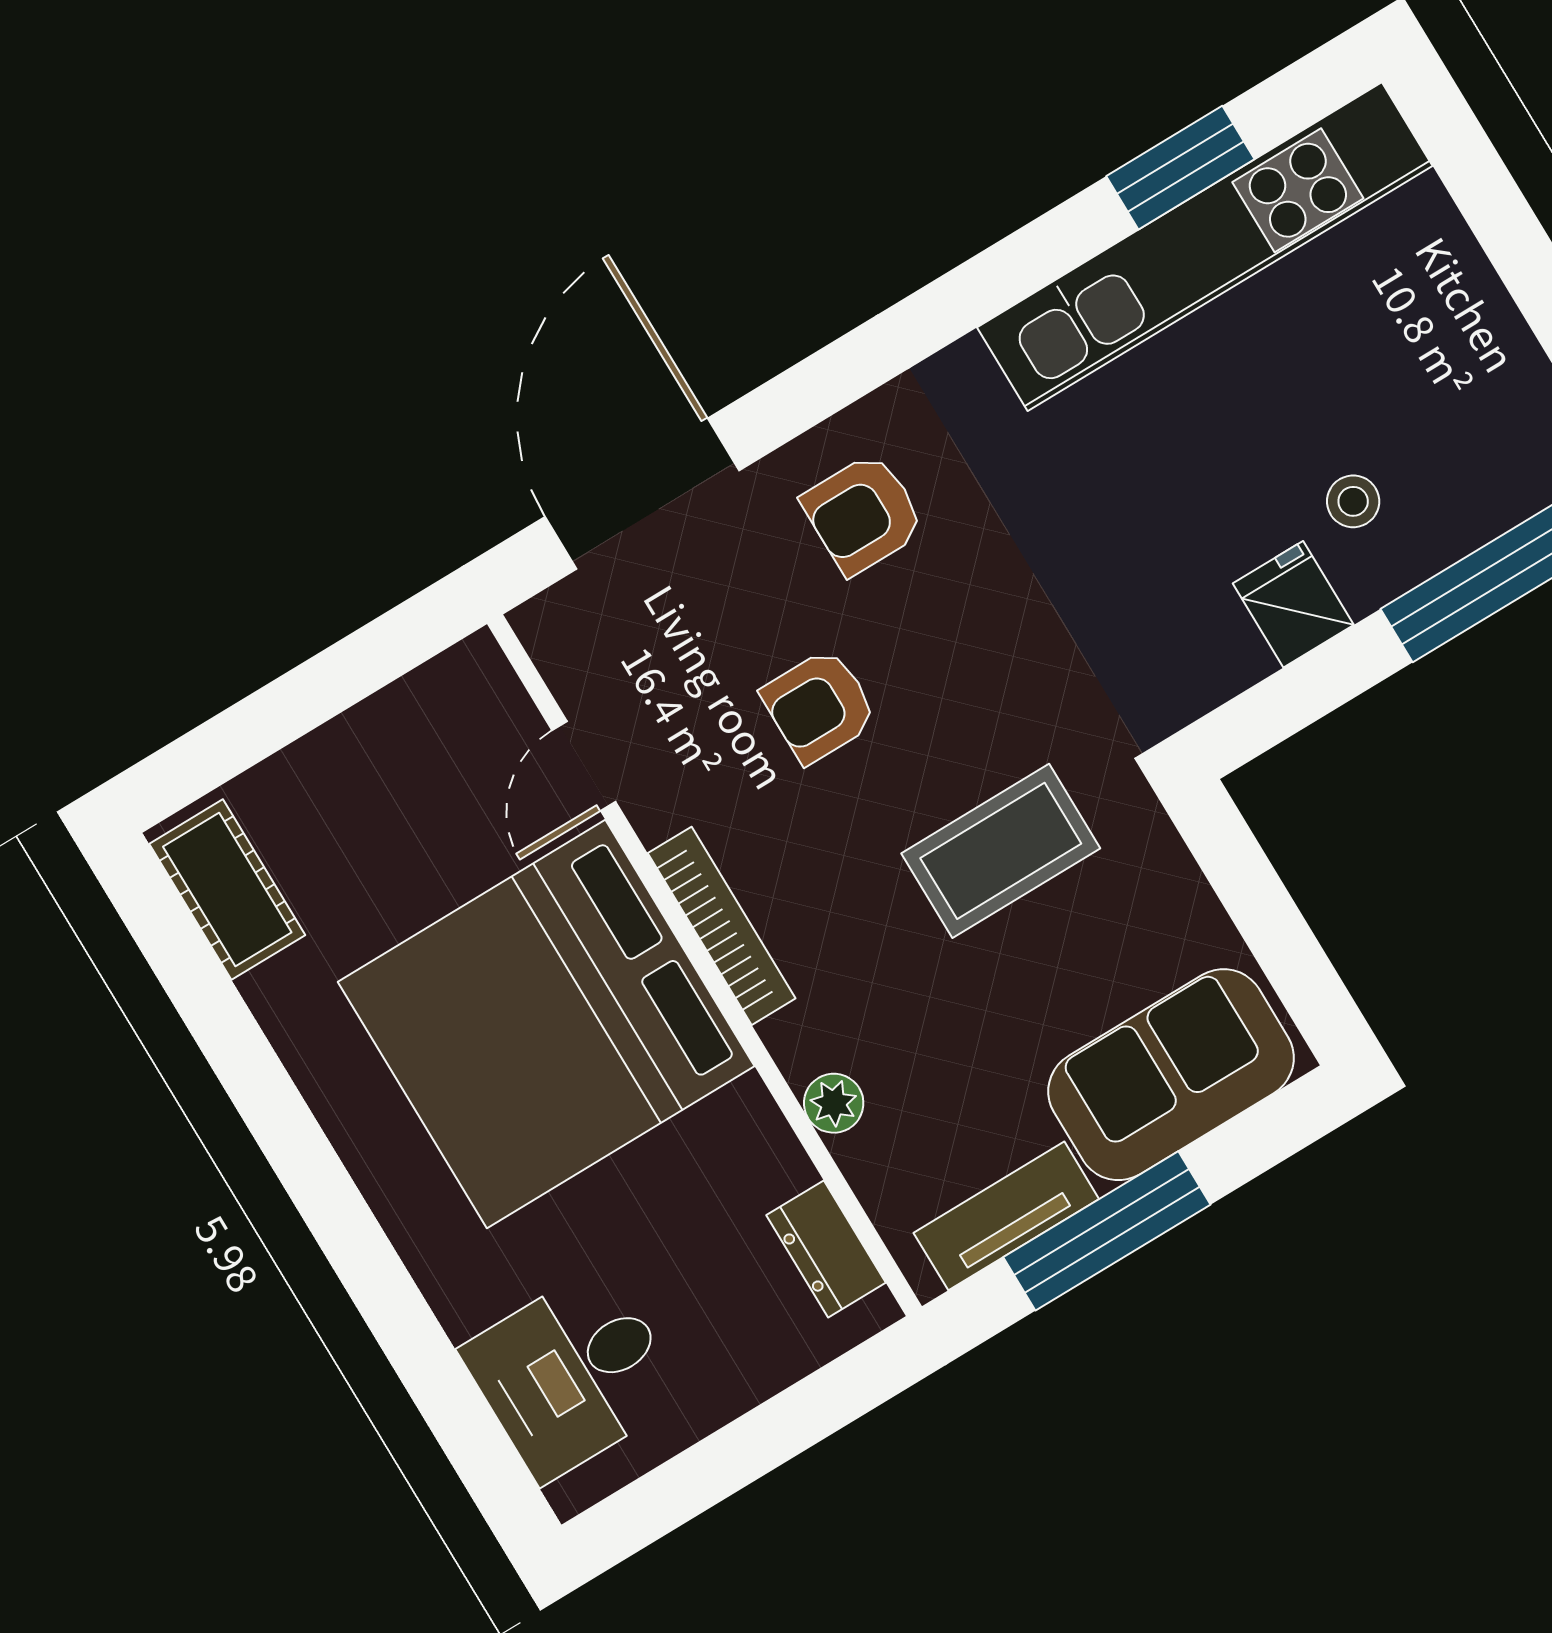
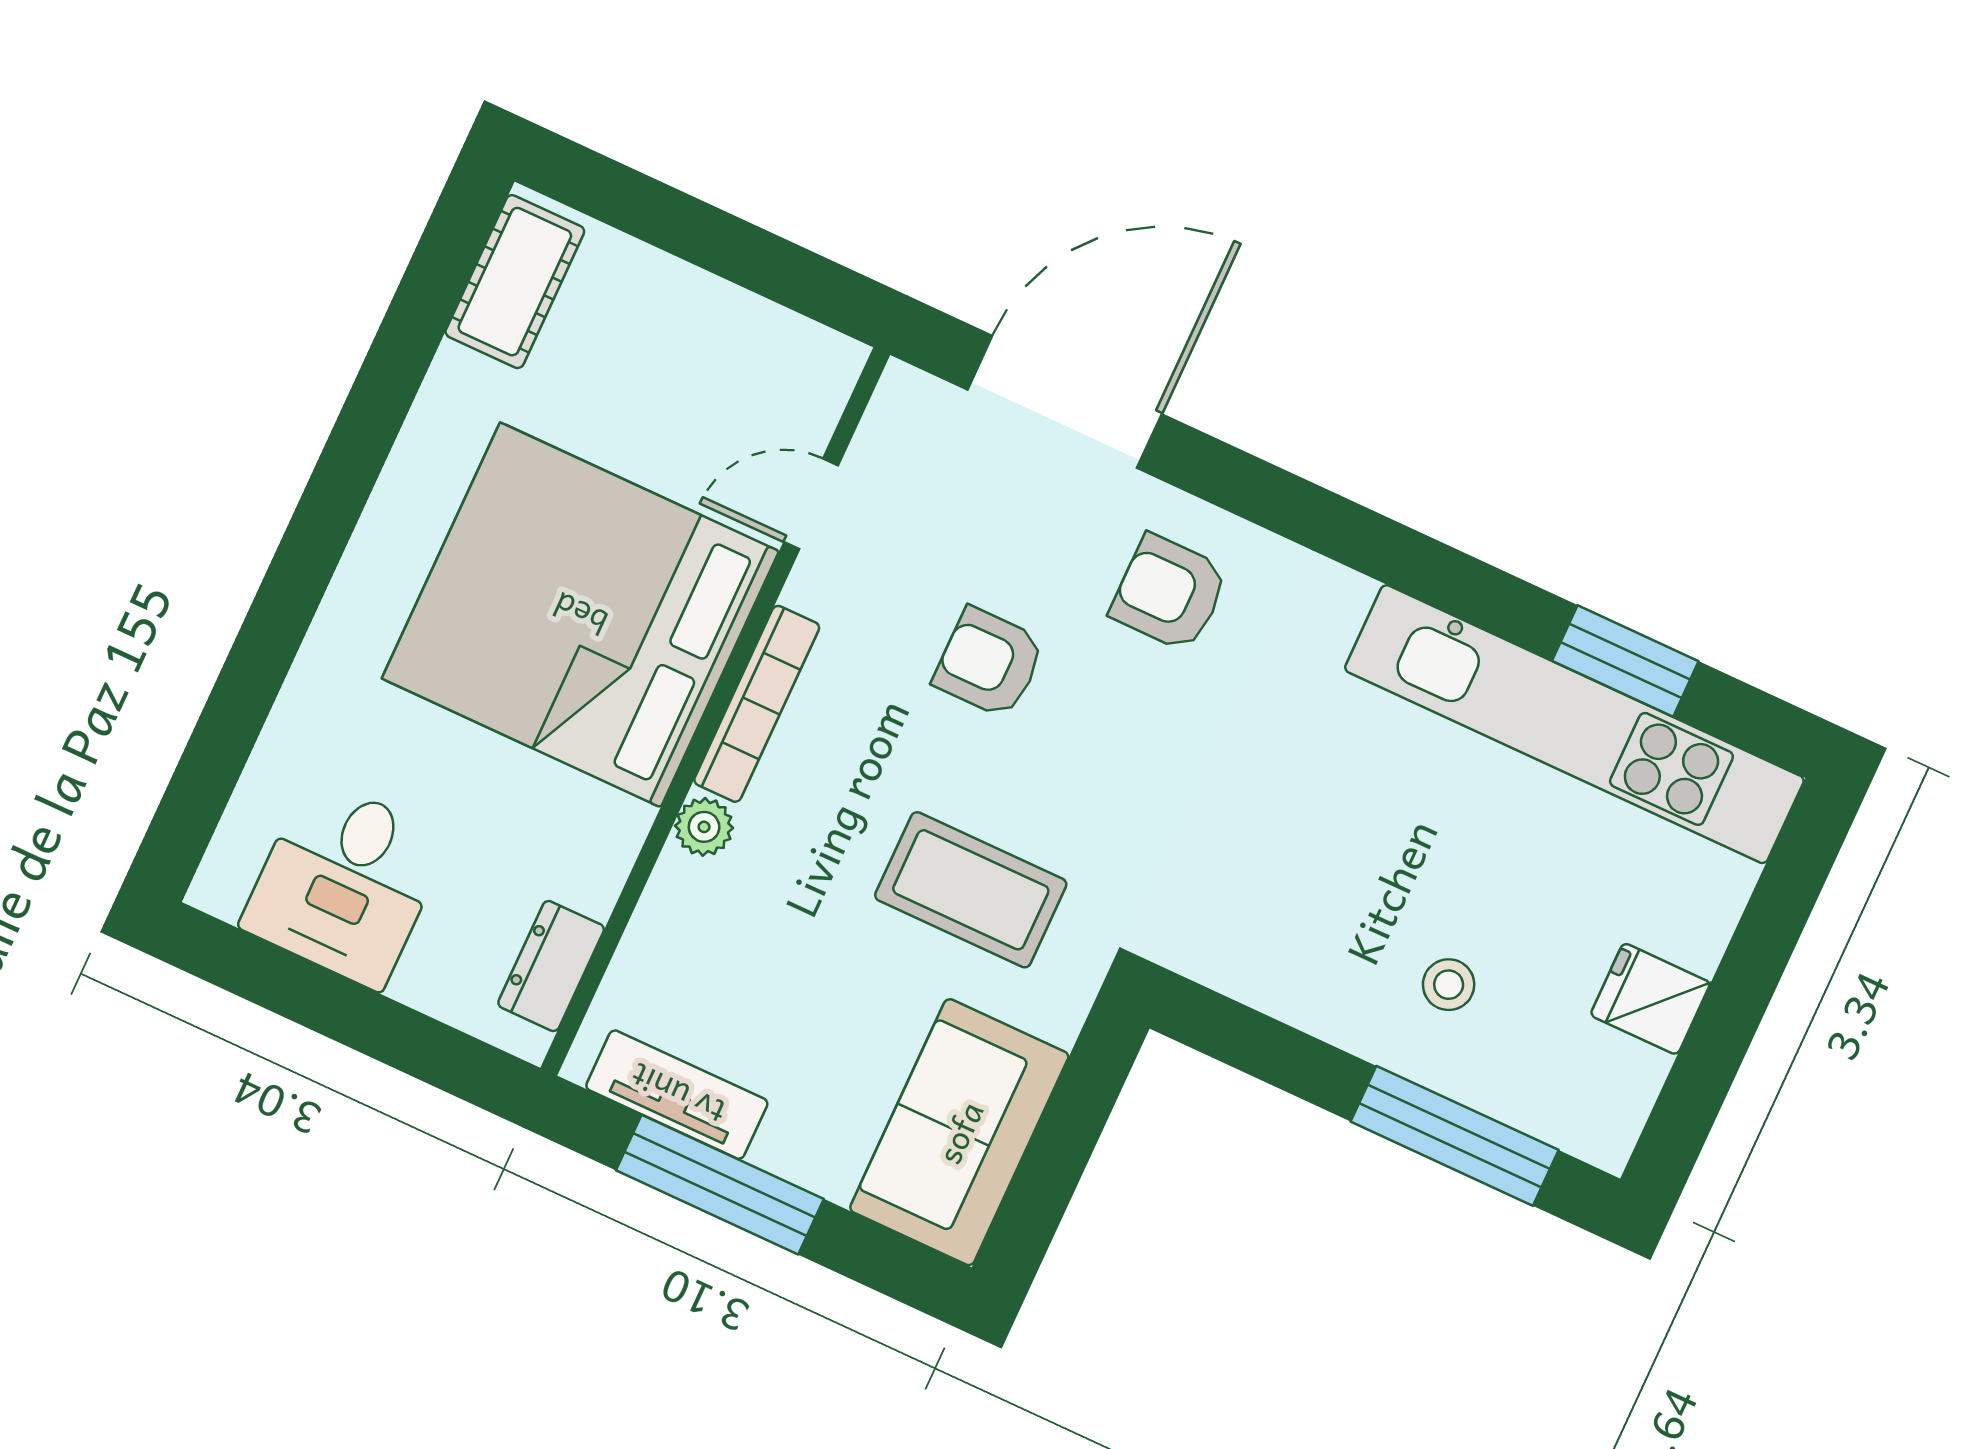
fridge: (1293, 604) -> (1650, 999), moved, turned -90
sofa: (1171, 1075) -> (959, 1132), moved, turned -90
plant: (834, 1103) -> (704, 827), moved
desk: (573, 1373) -> (345, 883), moved, turned -90

